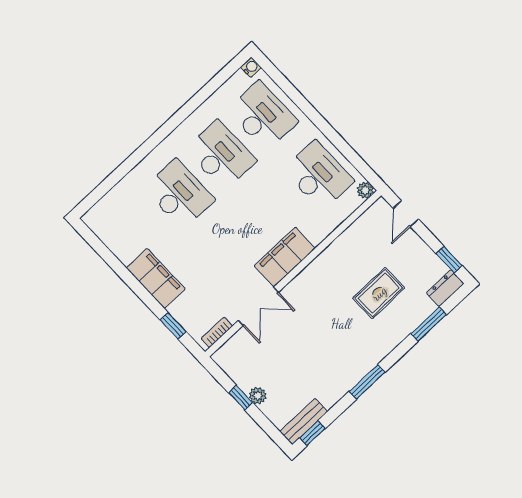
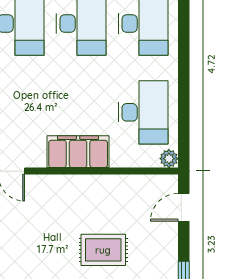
filing cabinet: (285, 257) -> (78, 152), moved

